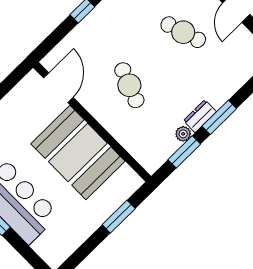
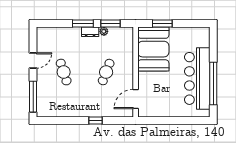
booth: (78, 152) -> (153, 49), moved

